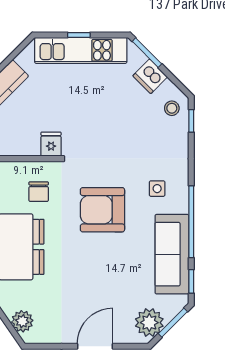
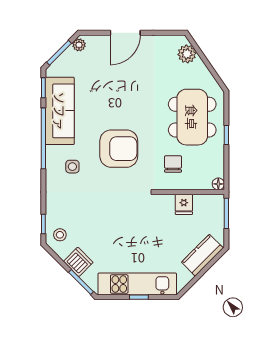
fridge: (51, 144) -> (184, 204), moved
plant: (149, 323) -> (79, 45), width x0.53, depth x0.53

